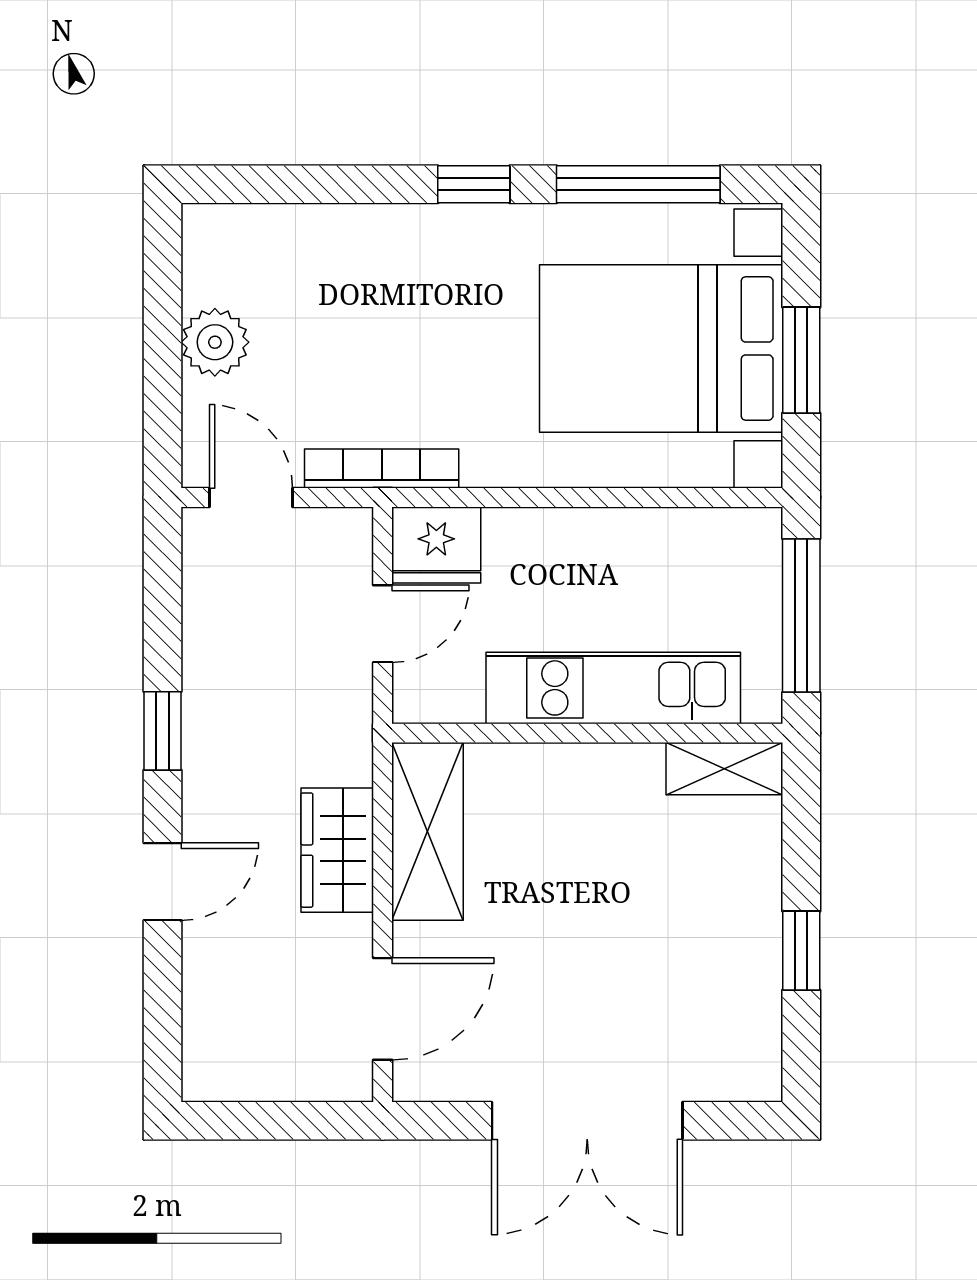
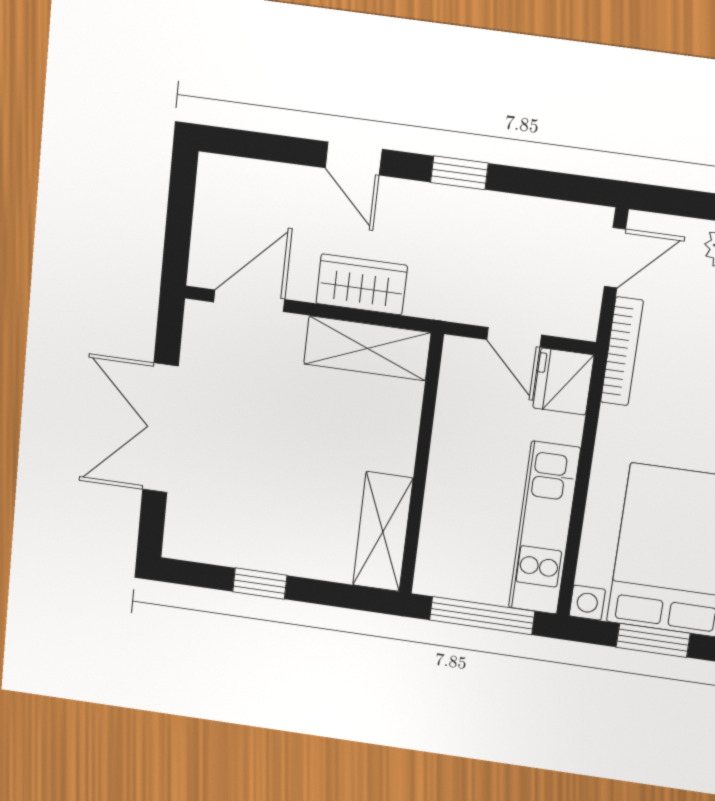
kitchen unit: (613, 688) -> (544, 528), moved, turned 180
shelving: (724, 769) -> (383, 532), width x1.50, depth x1.33
door: (383, 1009) -> (249, 301), swing flipped

